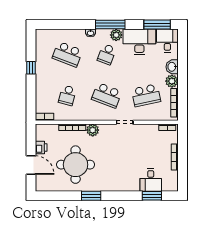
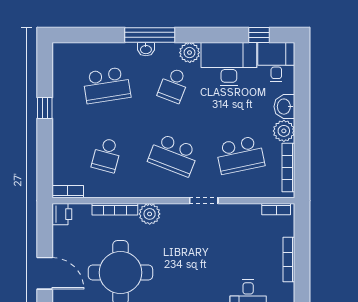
window: (110, 25) -> (150, 35), moved
window: (157, 25) -> (259, 35), width x0.46
school desk: (67, 54) -> (107, 85), turned -30
printer: (41, 148) -> (62, 214), moved

